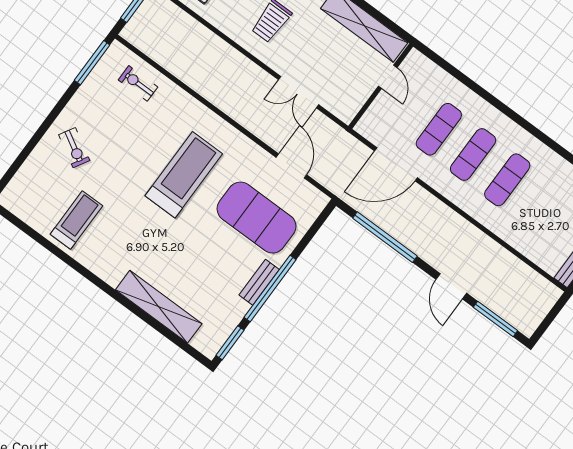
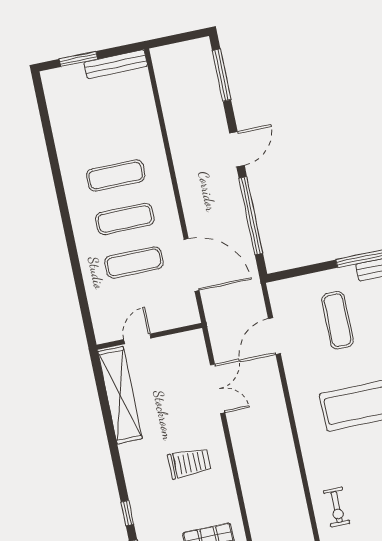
exercise mat: (256, 218) -> (337, 320), width x0.50, depth x0.69
door: (451, 286) -> (237, 149), moved

